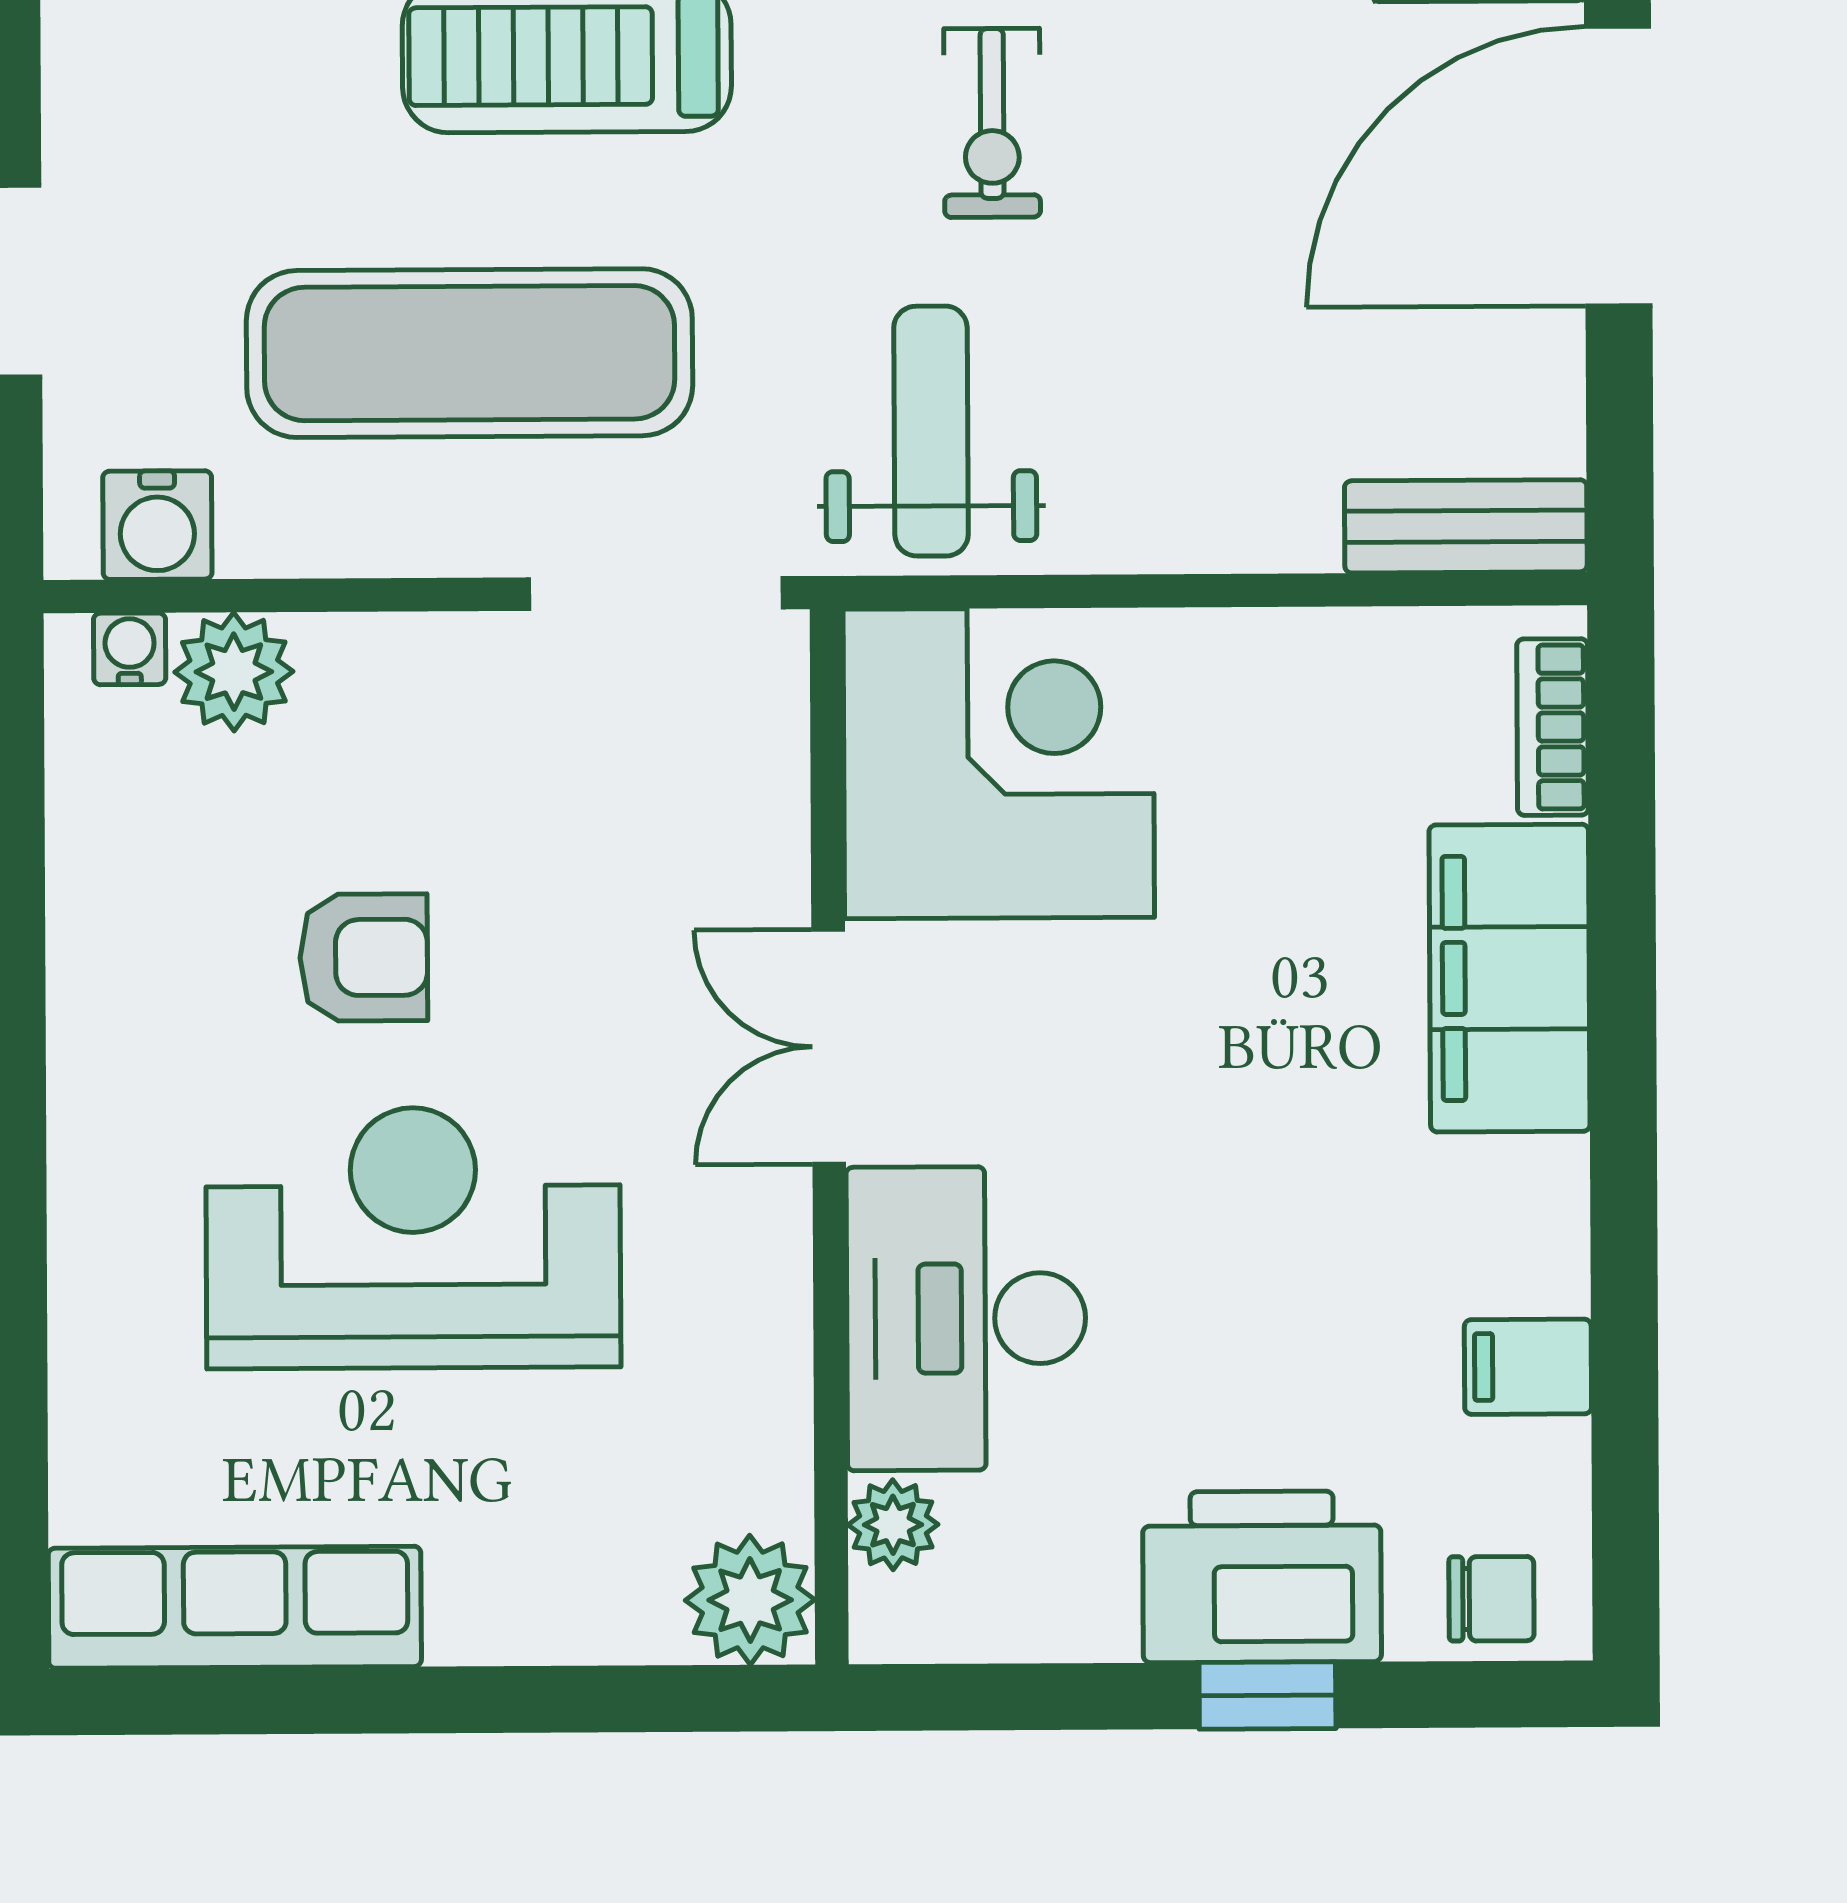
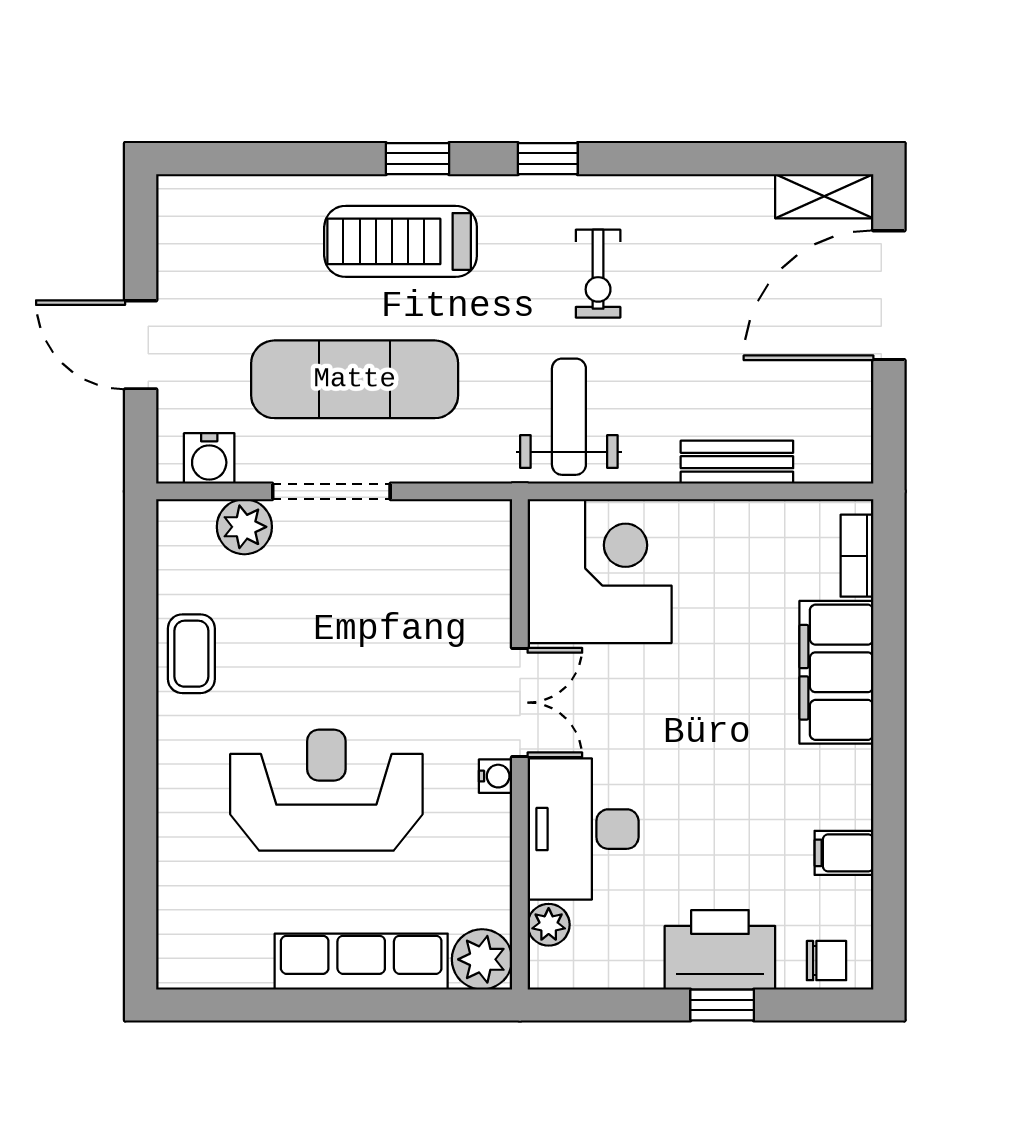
bench: (1466, 526) -> (737, 462), moved
doorway: (656, 593) -> (331, 491), moved
water cooler: (130, 649) -> (495, 776), moved, turned 90
coffee table: (121, 945) -> (191, 654), added
armchair: (364, 958) -> (304, 660), removed
double door: (829, 1047) -> (520, 703), swing flipped
row of seats: (235, 1607) -> (361, 962), moved

